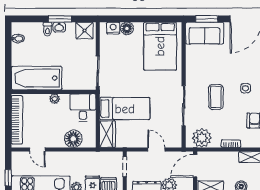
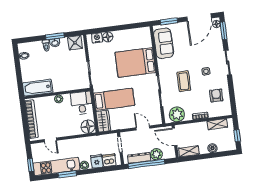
sofa: (204, 33) -> (164, 43), moved, turned -90
bed: (160, 46) -> (135, 62), moved, turned 90
bathtub: (37, 78) -> (38, 88), width x0.73, depth x0.73
floor lamp: (73, 139) -> (88, 127), moved
door: (195, 166) -> (175, 137), hinge flipped

